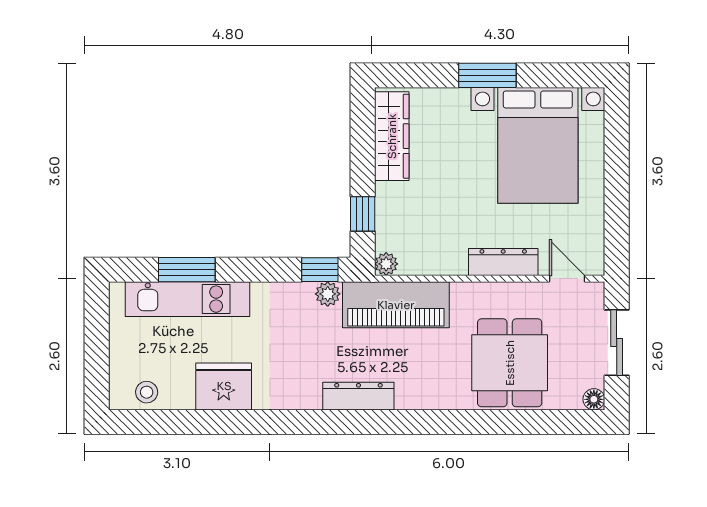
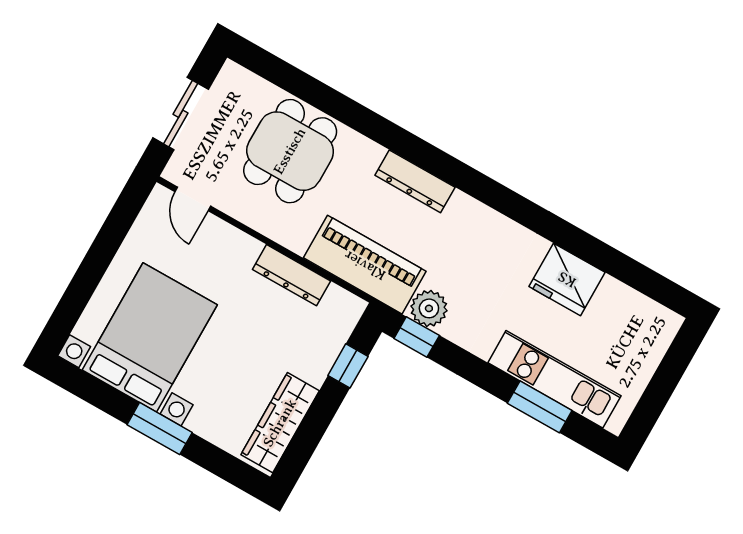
dresser: (503, 262) -> (292, 275), moved
plant: (386, 264) -> (352, 307), removed
plant: (328, 294) -> (429, 308), width x1.38, depth x1.38
stool: (147, 392) -> (641, 315), removed
dresser: (358, 396) -> (415, 181), moved
floor lamp: (594, 399) -> (231, 73), removed

